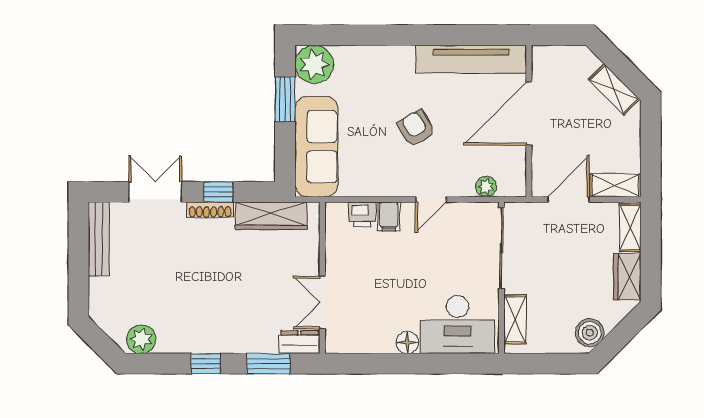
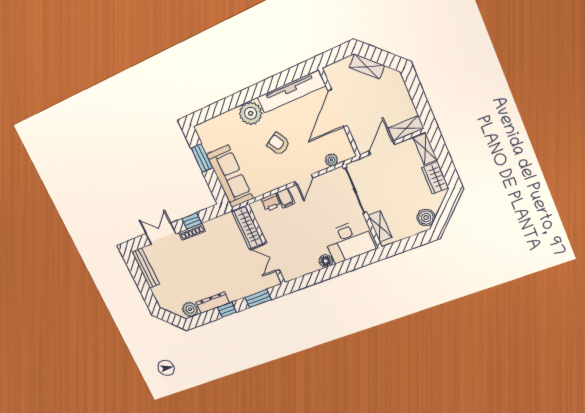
plant: (314, 64) -> (251, 113), moved
shelving: (614, 89) -> (367, 66), moved
wardrobe: (271, 216) -> (248, 228), moved, turned 90
dresser: (300, 342) -> (213, 303), moved, width x1.44

